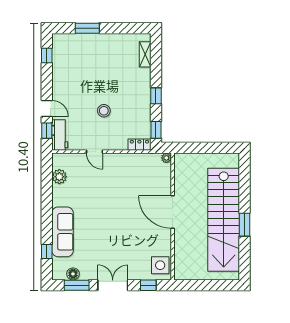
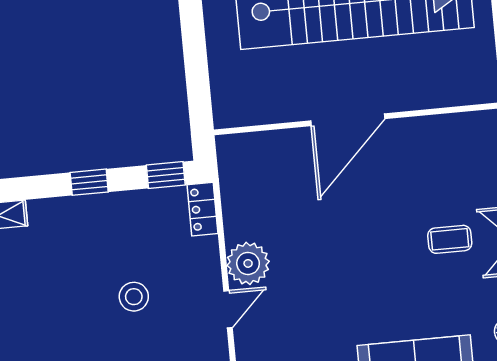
plant: (166, 158) -> (248, 263), moved, width x1.87, depth x1.87
coffee table: (116, 252) -> (450, 239), added
side table: (160, 265) -> (470, 137), removed

